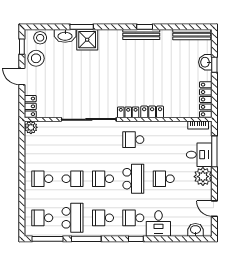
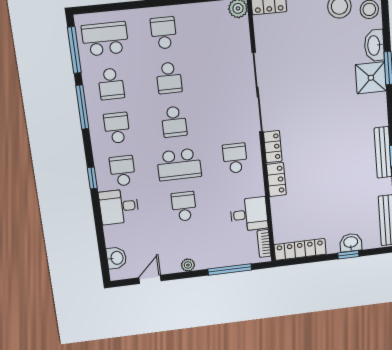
desk: (199, 155) -> (249, 214), moved, turned -90
plant: (203, 177) -> (188, 265), width x0.53, depth x0.53
school desk: (103, 179) -> (174, 122), turned 180
school desk: (42, 218) -> (105, 39), width x1.85
school desk: (73, 218) -> (111, 84), width x0.54

